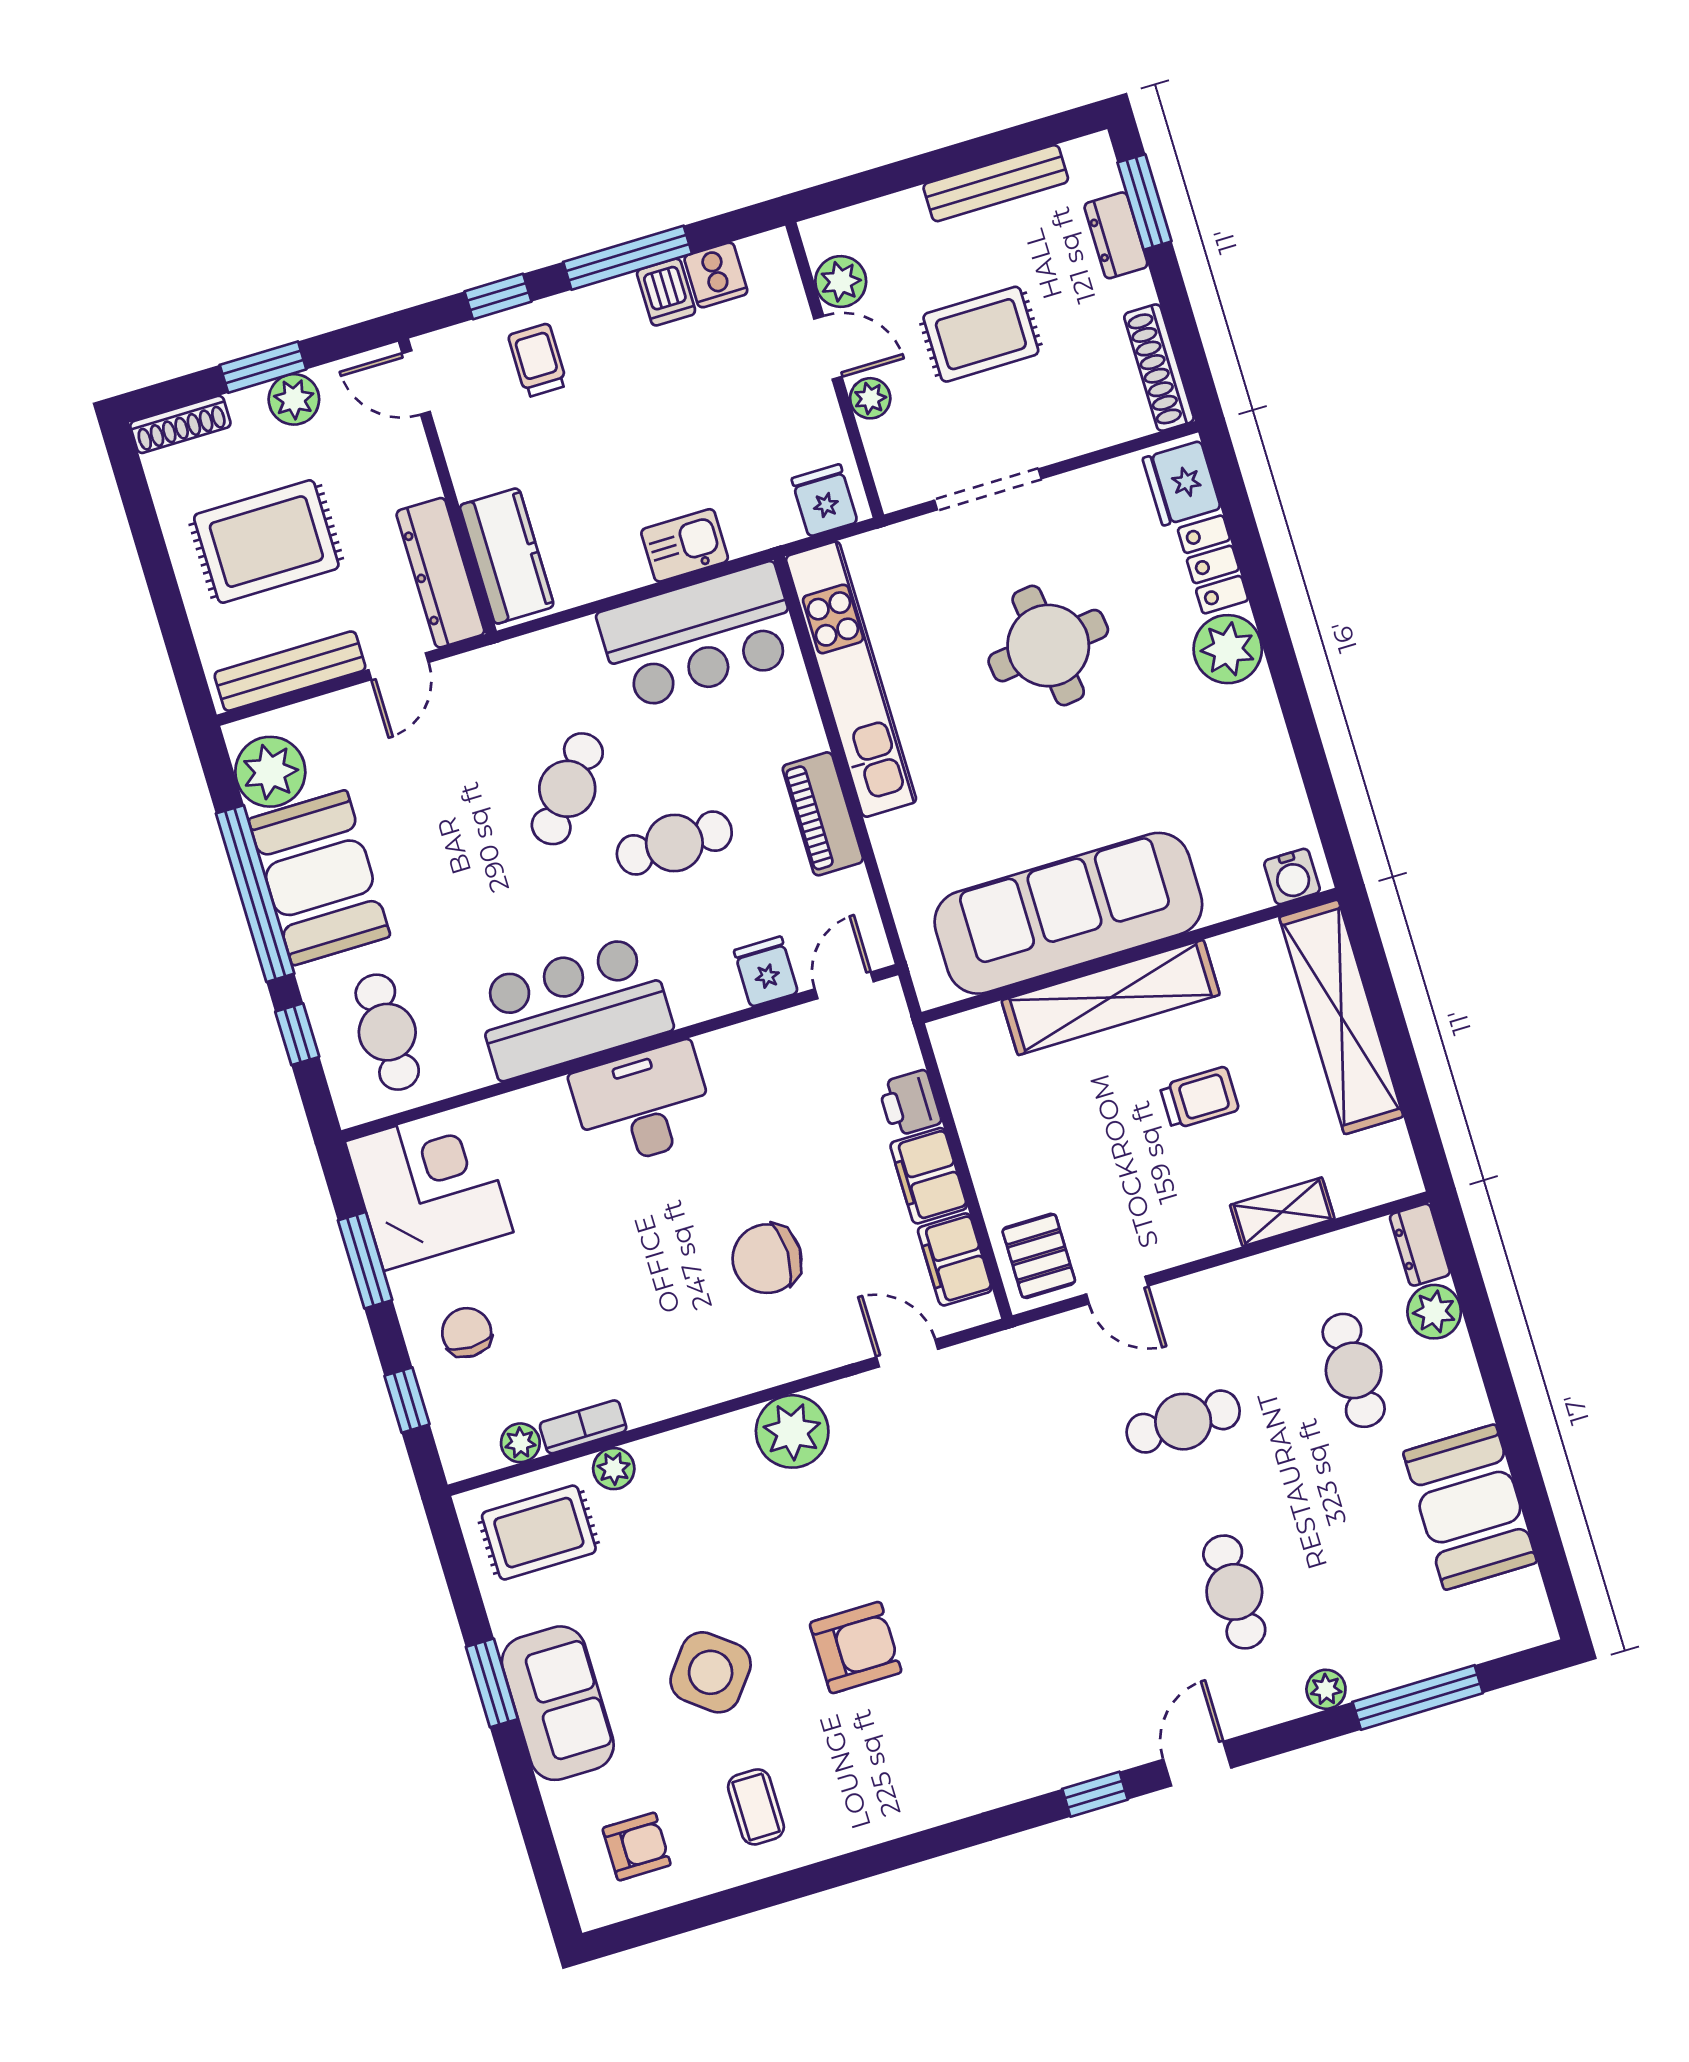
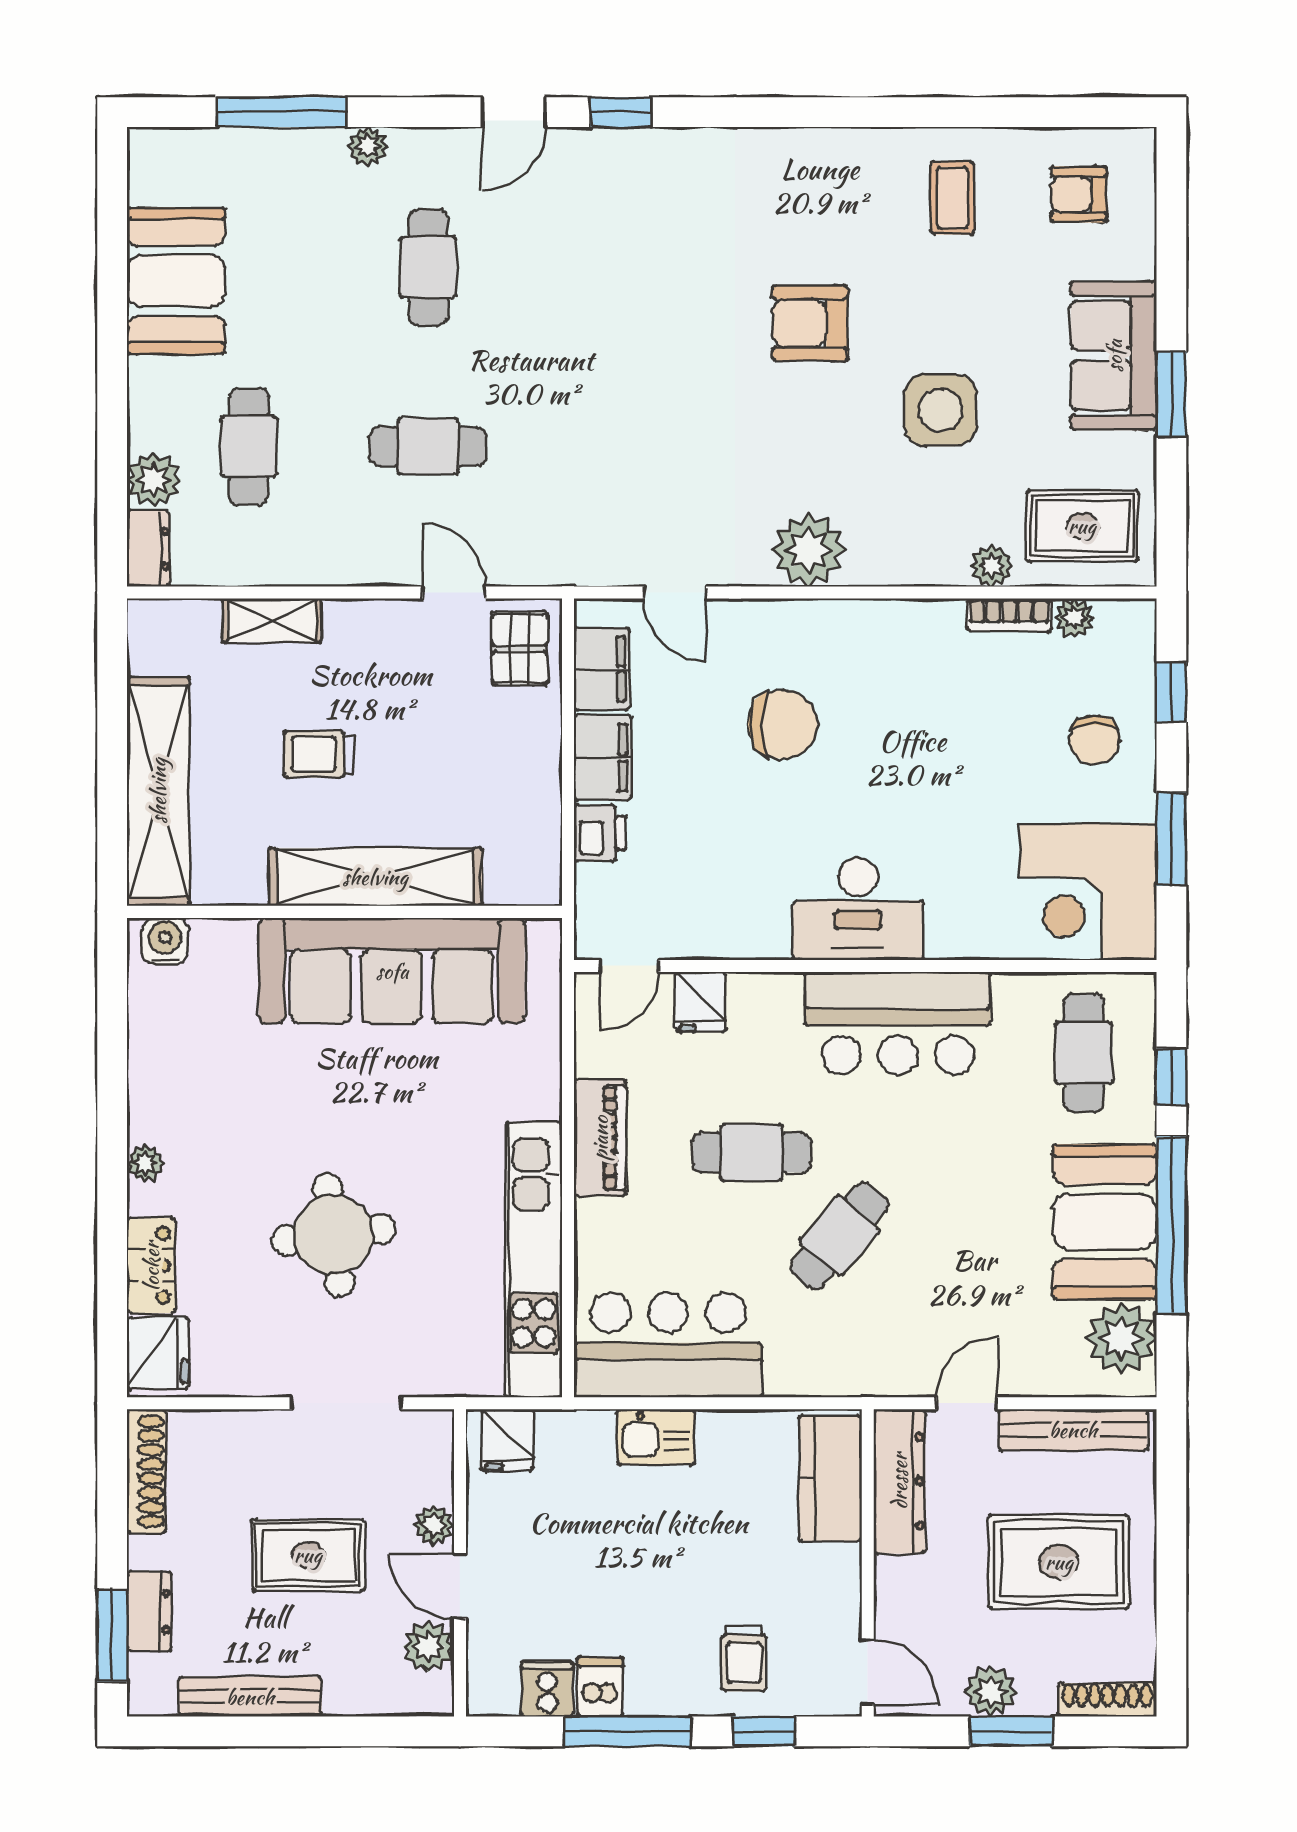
plant: (1228, 649) -> (145, 1163), width x0.53, depth x0.53
side table: (711, 1672) -> (940, 410), moved, turned -38

